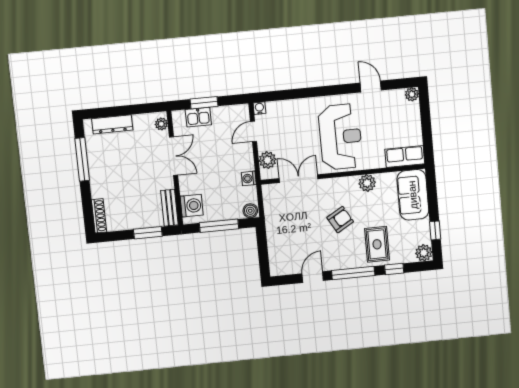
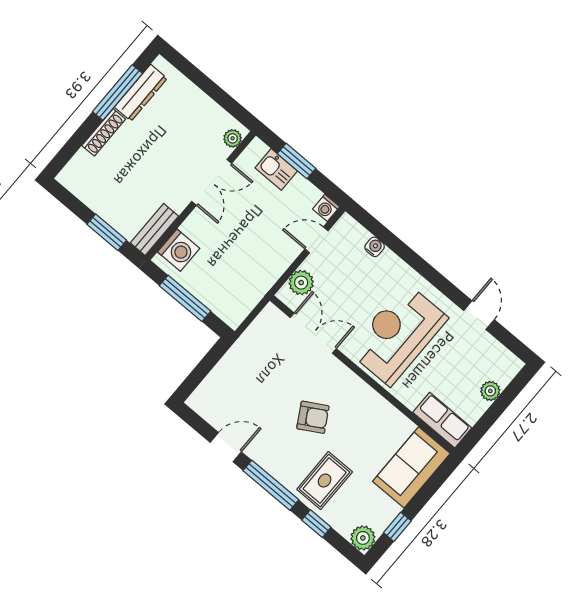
plant: (412, 94) -> (490, 391), moved
water cooler: (259, 108) -> (375, 247), moved
dresser: (112, 124) -> (141, 93), moved, turned -90
reception desk: (341, 137) -> (398, 334), turned 180
washing machine: (249, 178) -> (326, 208), moved, turned -90
plant: (367, 183) -> (378, 408), removed
boiler: (250, 211) -> (232, 316), removed
shoe rack: (99, 216) -> (104, 132), moved

